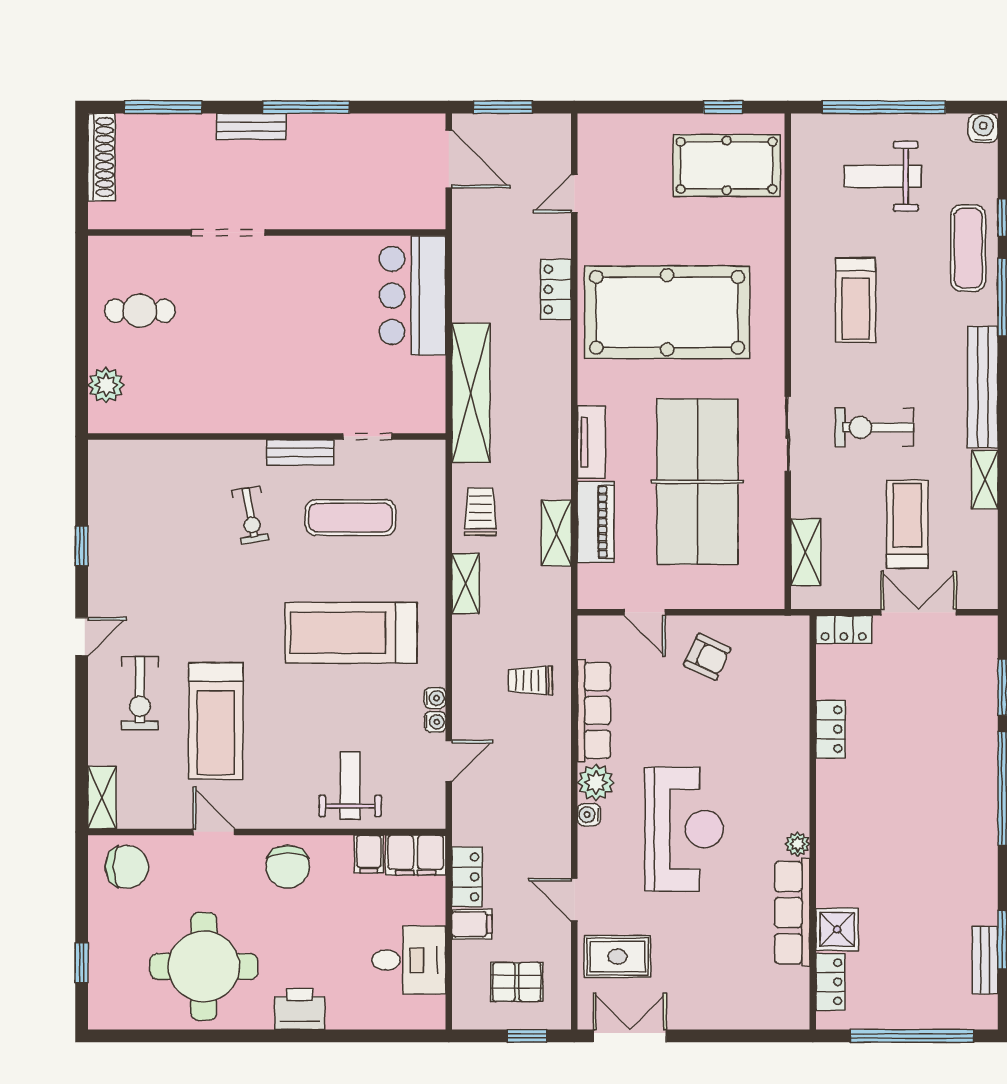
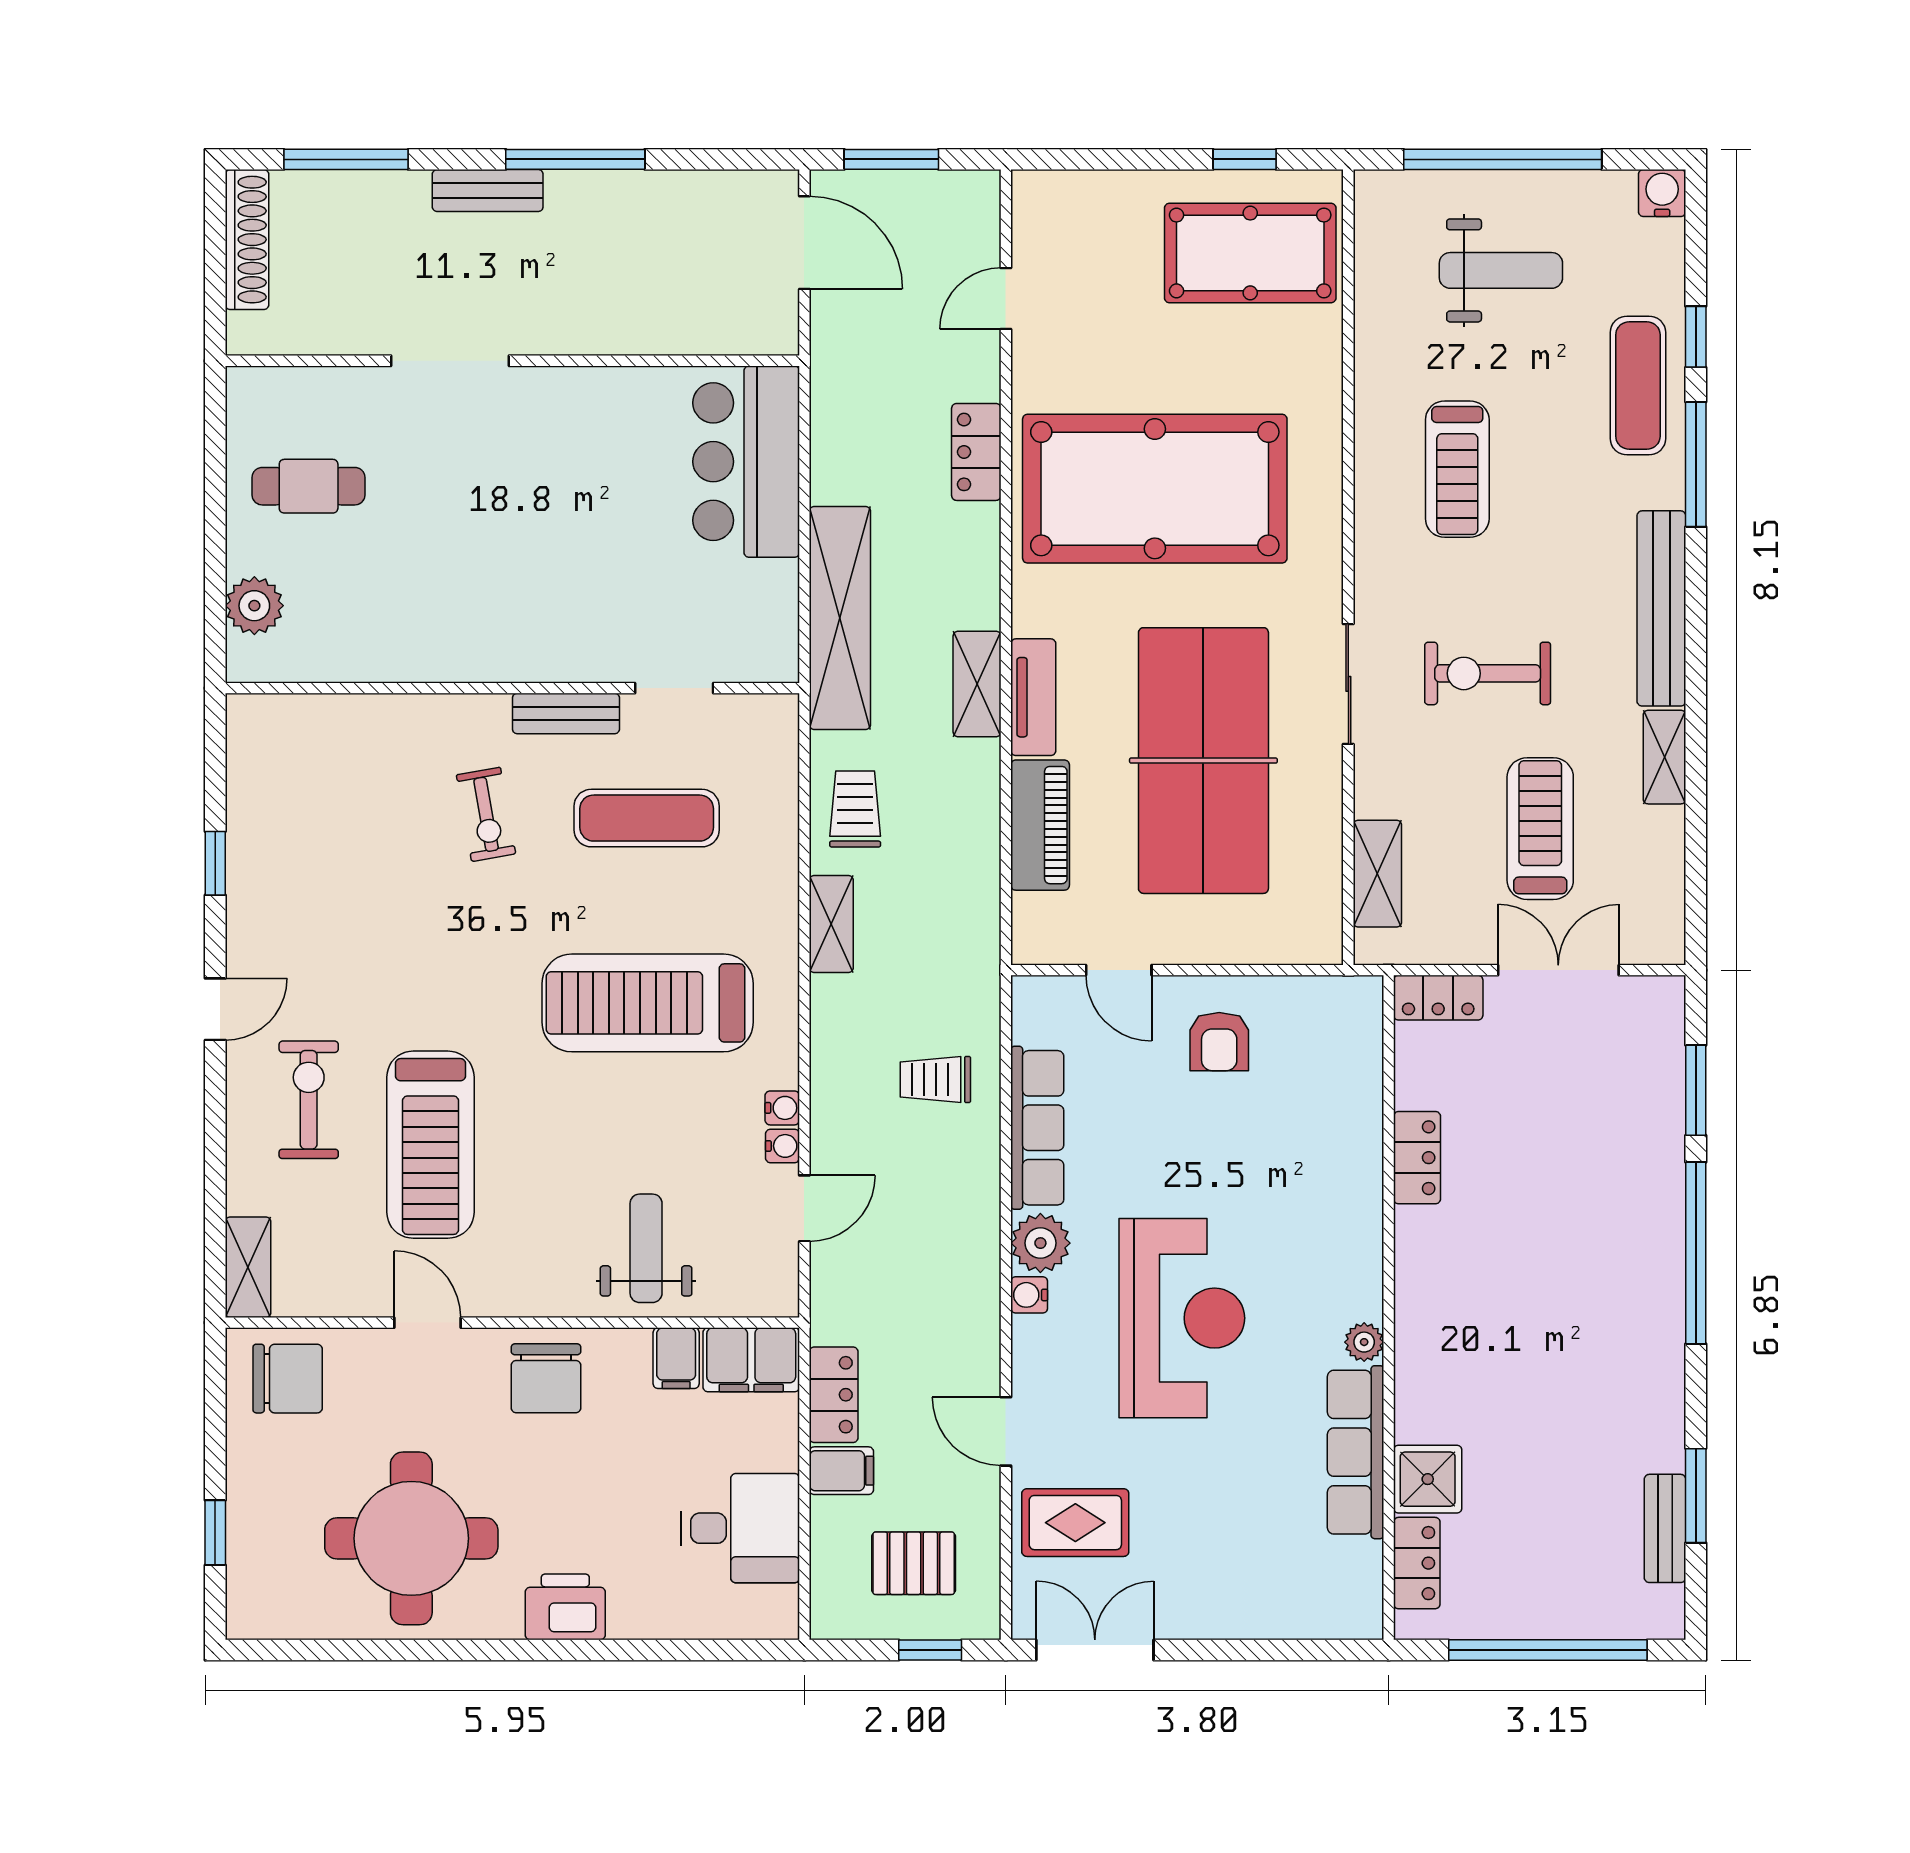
weight bench: (883, 176) -> (1501, 270), turned 180
shelving: (556, 533) -> (977, 684), moved
armchair: (707, 657) -> (1219, 1042), turned 65
exercise bike: (140, 693) -> (309, 1100), turned 180

